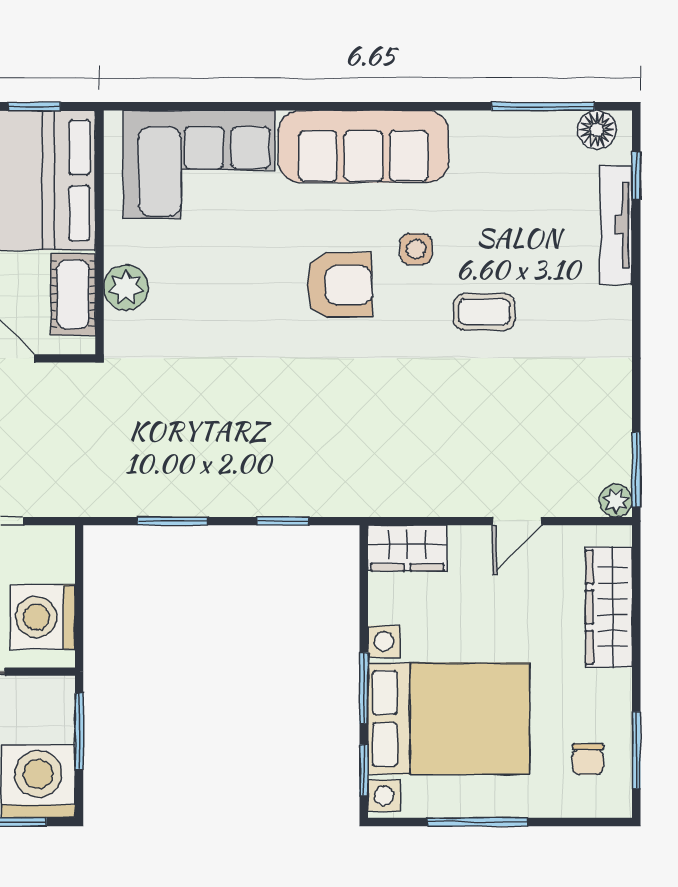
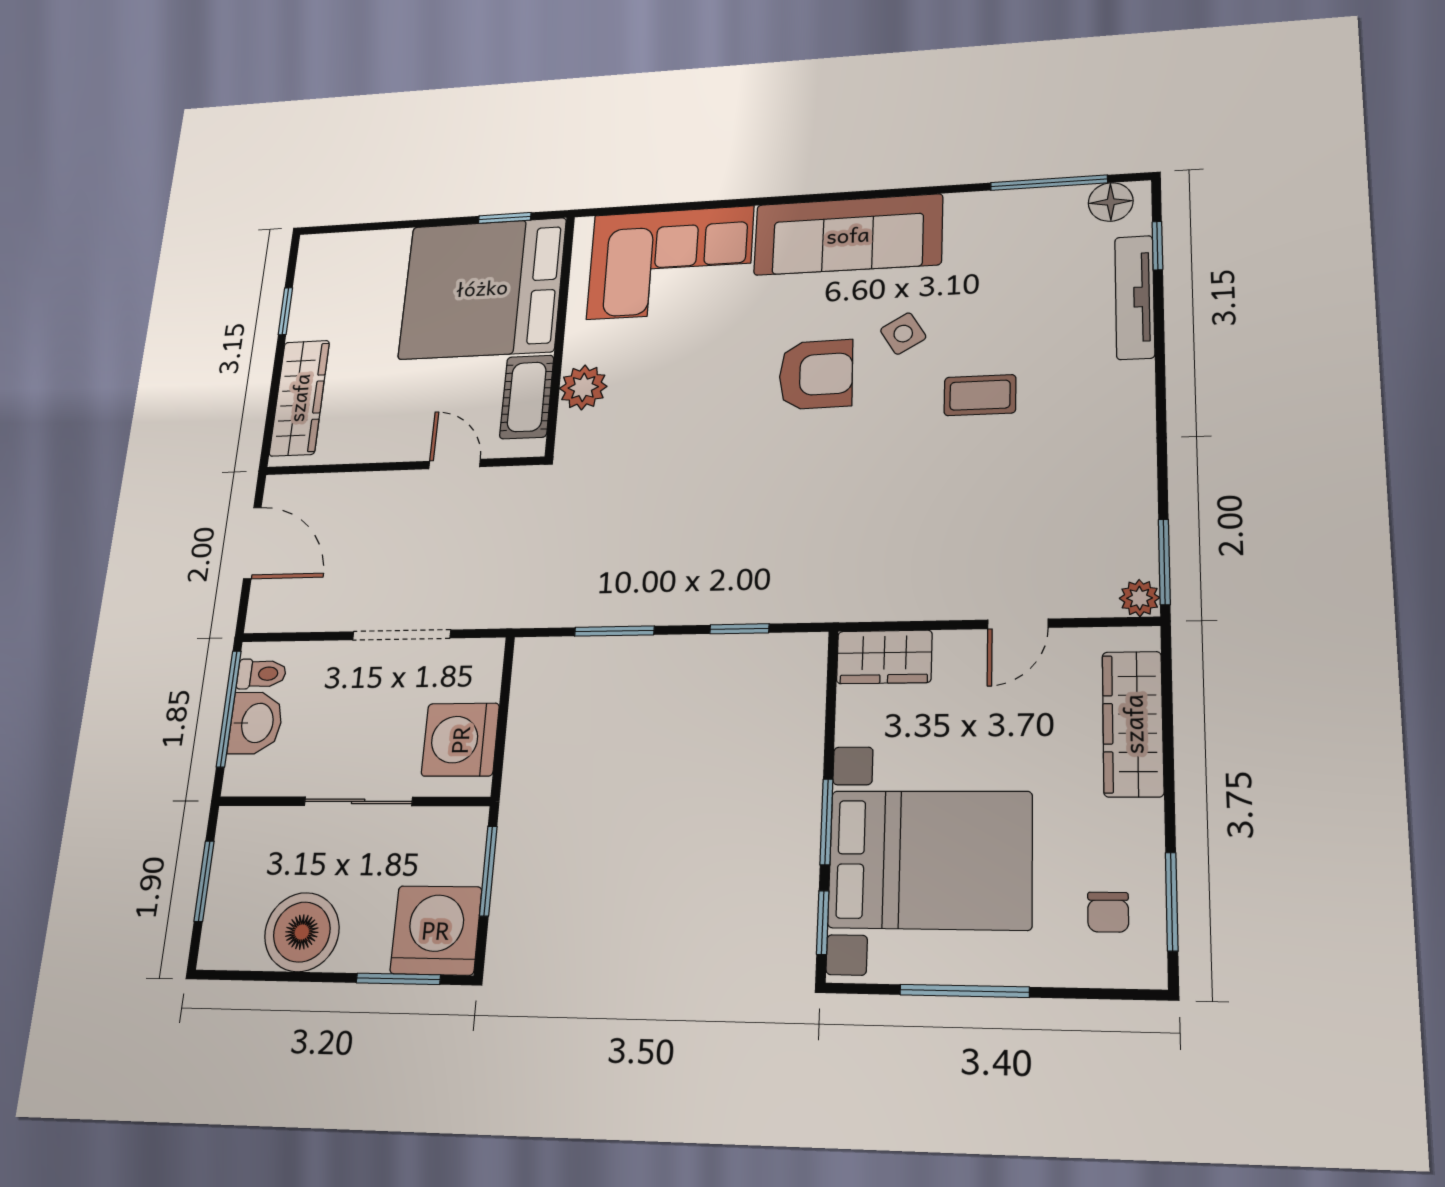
side table: (416, 249) -> (903, 334), turned -31

